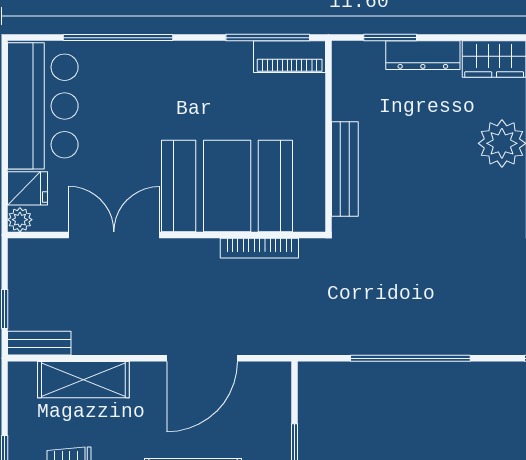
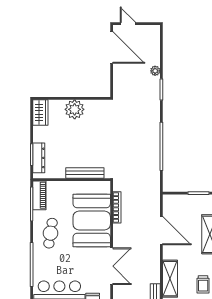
dresser: (423, 55) -> (39, 158), moved
cafe table: (196, 84) -> (50, 233), added
double door: (114, 235) -> (112, 266), swing flipped

